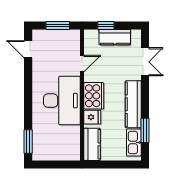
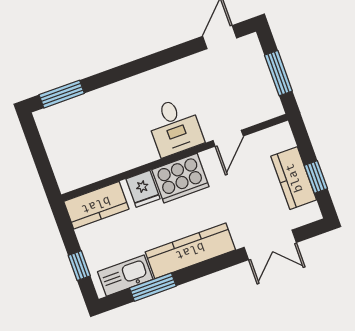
window: (106, 25) -> (316, 177), moved
door: (82, 64) -> (228, 138), hinge flipped
desk: (62, 101) -> (175, 127), width x0.53, depth x0.77
window: (120, 164) -> (79, 266), added

